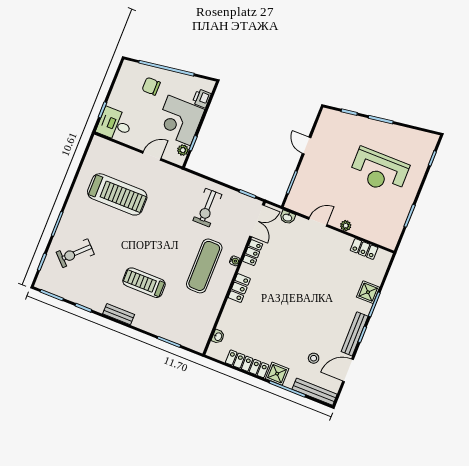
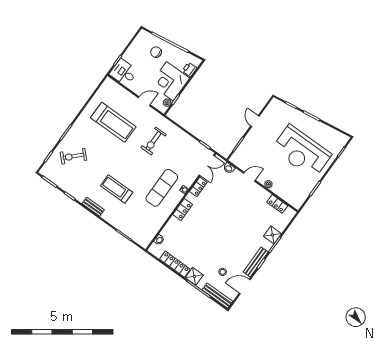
reception desk: (379, 171) -> (302, 152), width x1.36, depth x1.30
exercise bike: (207, 208) -> (153, 141), moved

